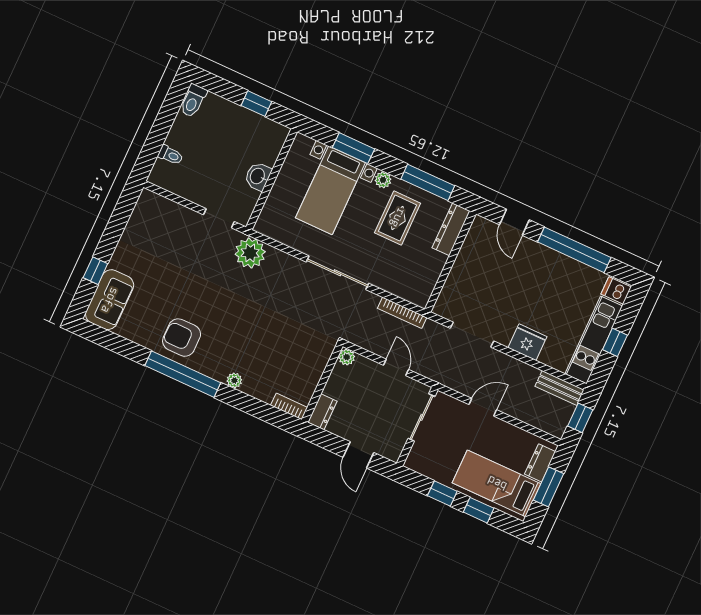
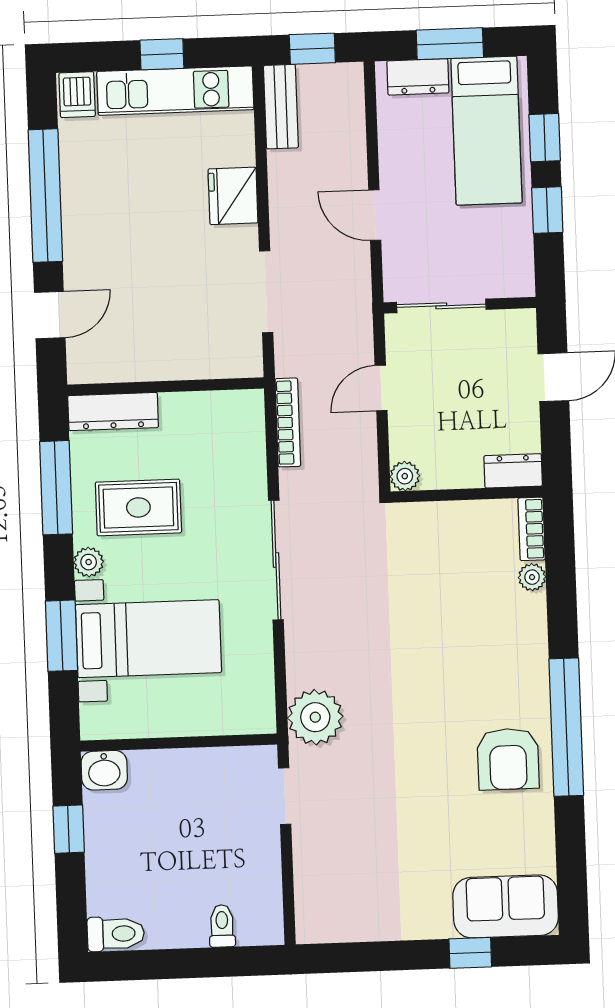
washbasin: (258, 176) -> (104, 770), moved
plant: (234, 380) -> (532, 577), moved

